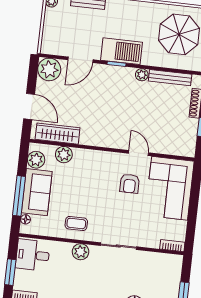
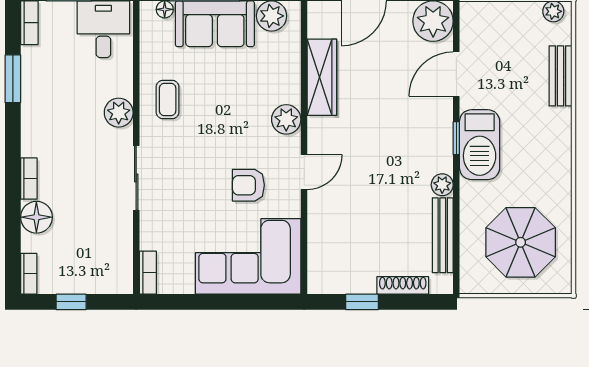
door: (80, 60) -> (456, 74), hinge flipped
wardrobe: (58, 134) -> (322, 77), moved
door: (138, 153) -> (304, 172), moved
plant: (64, 155) -> (286, 119), moved

